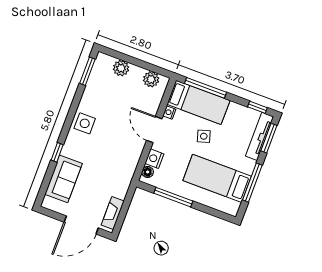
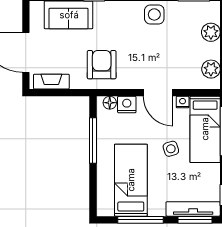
side table: (85, 123) -> (154, 14), moved
door: (154, 130) -> (158, 93), swing flipped
armchair: (114, 167) -> (102, 65), added

